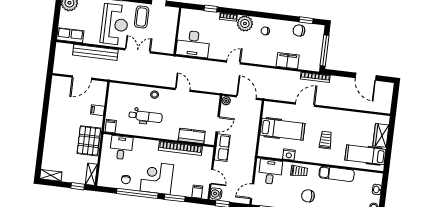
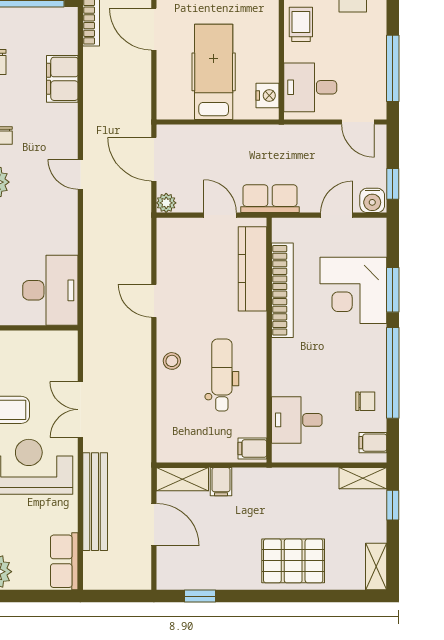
door: (233, 62) -> (80, 174), moved
door: (183, 90) -> (154, 301), hinge flipped
shelving: (101, 93) -> (182, 479), added
window: (47, 94) -> (200, 596), added
door: (246, 98) -> (154, 159), hinge flipped
kitchen counter: (192, 136) -> (253, 269), width x1.50
pallet: (89, 141) -> (293, 561), moved
nightstand: (289, 155) -> (267, 96), moved
corner desk: (157, 178) -> (353, 290), moved
filing cabinet: (197, 192) -> (373, 443), moved

